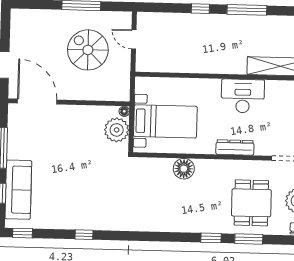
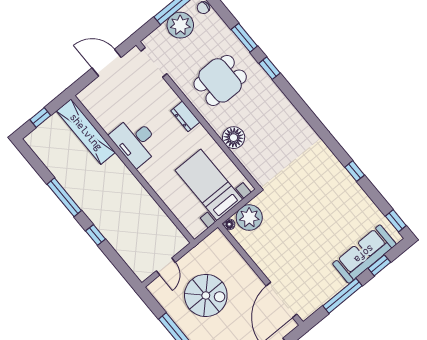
spiral stairs: (88, 50) -> (206, 295), turned -90
dresser: (235, 147) -> (185, 116), width x0.70
dining table: (251, 203) -> (220, 80), moved

